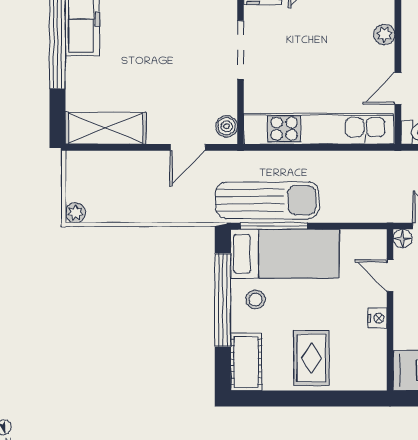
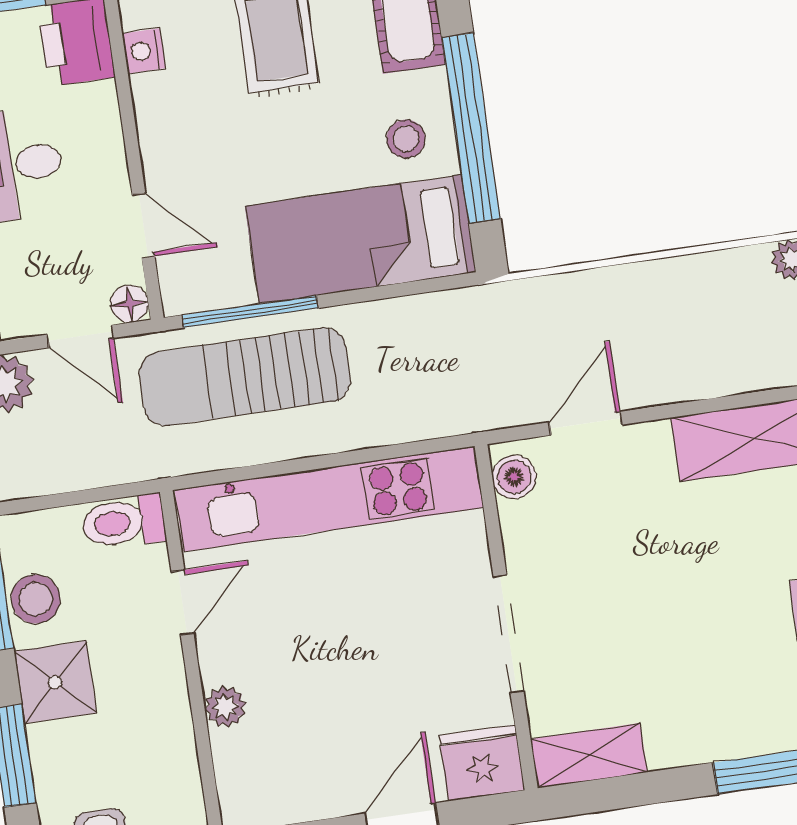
sun lounger: (267, 200) -> (245, 377), moved
window: (274, 226) -> (250, 312), moved
nightstand: (377, 318) -> (144, 51), moved

